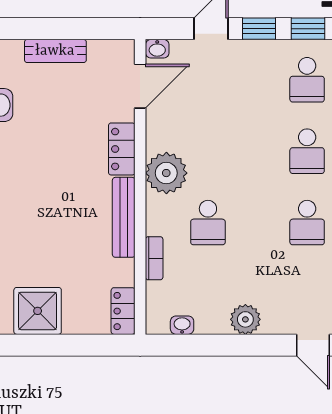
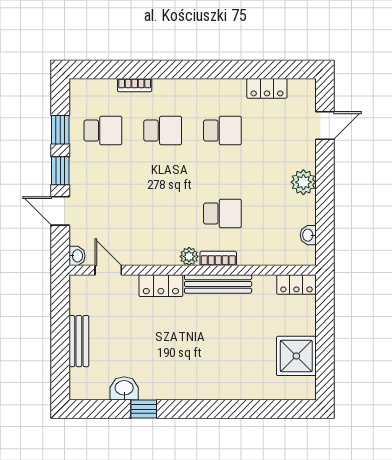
door: (140, 86) -> (108, 270), width x0.73
plant: (166, 173) -> (189, 256), width x0.53, depth x0.53
bookcase: (154, 258) -> (218, 258), moved

